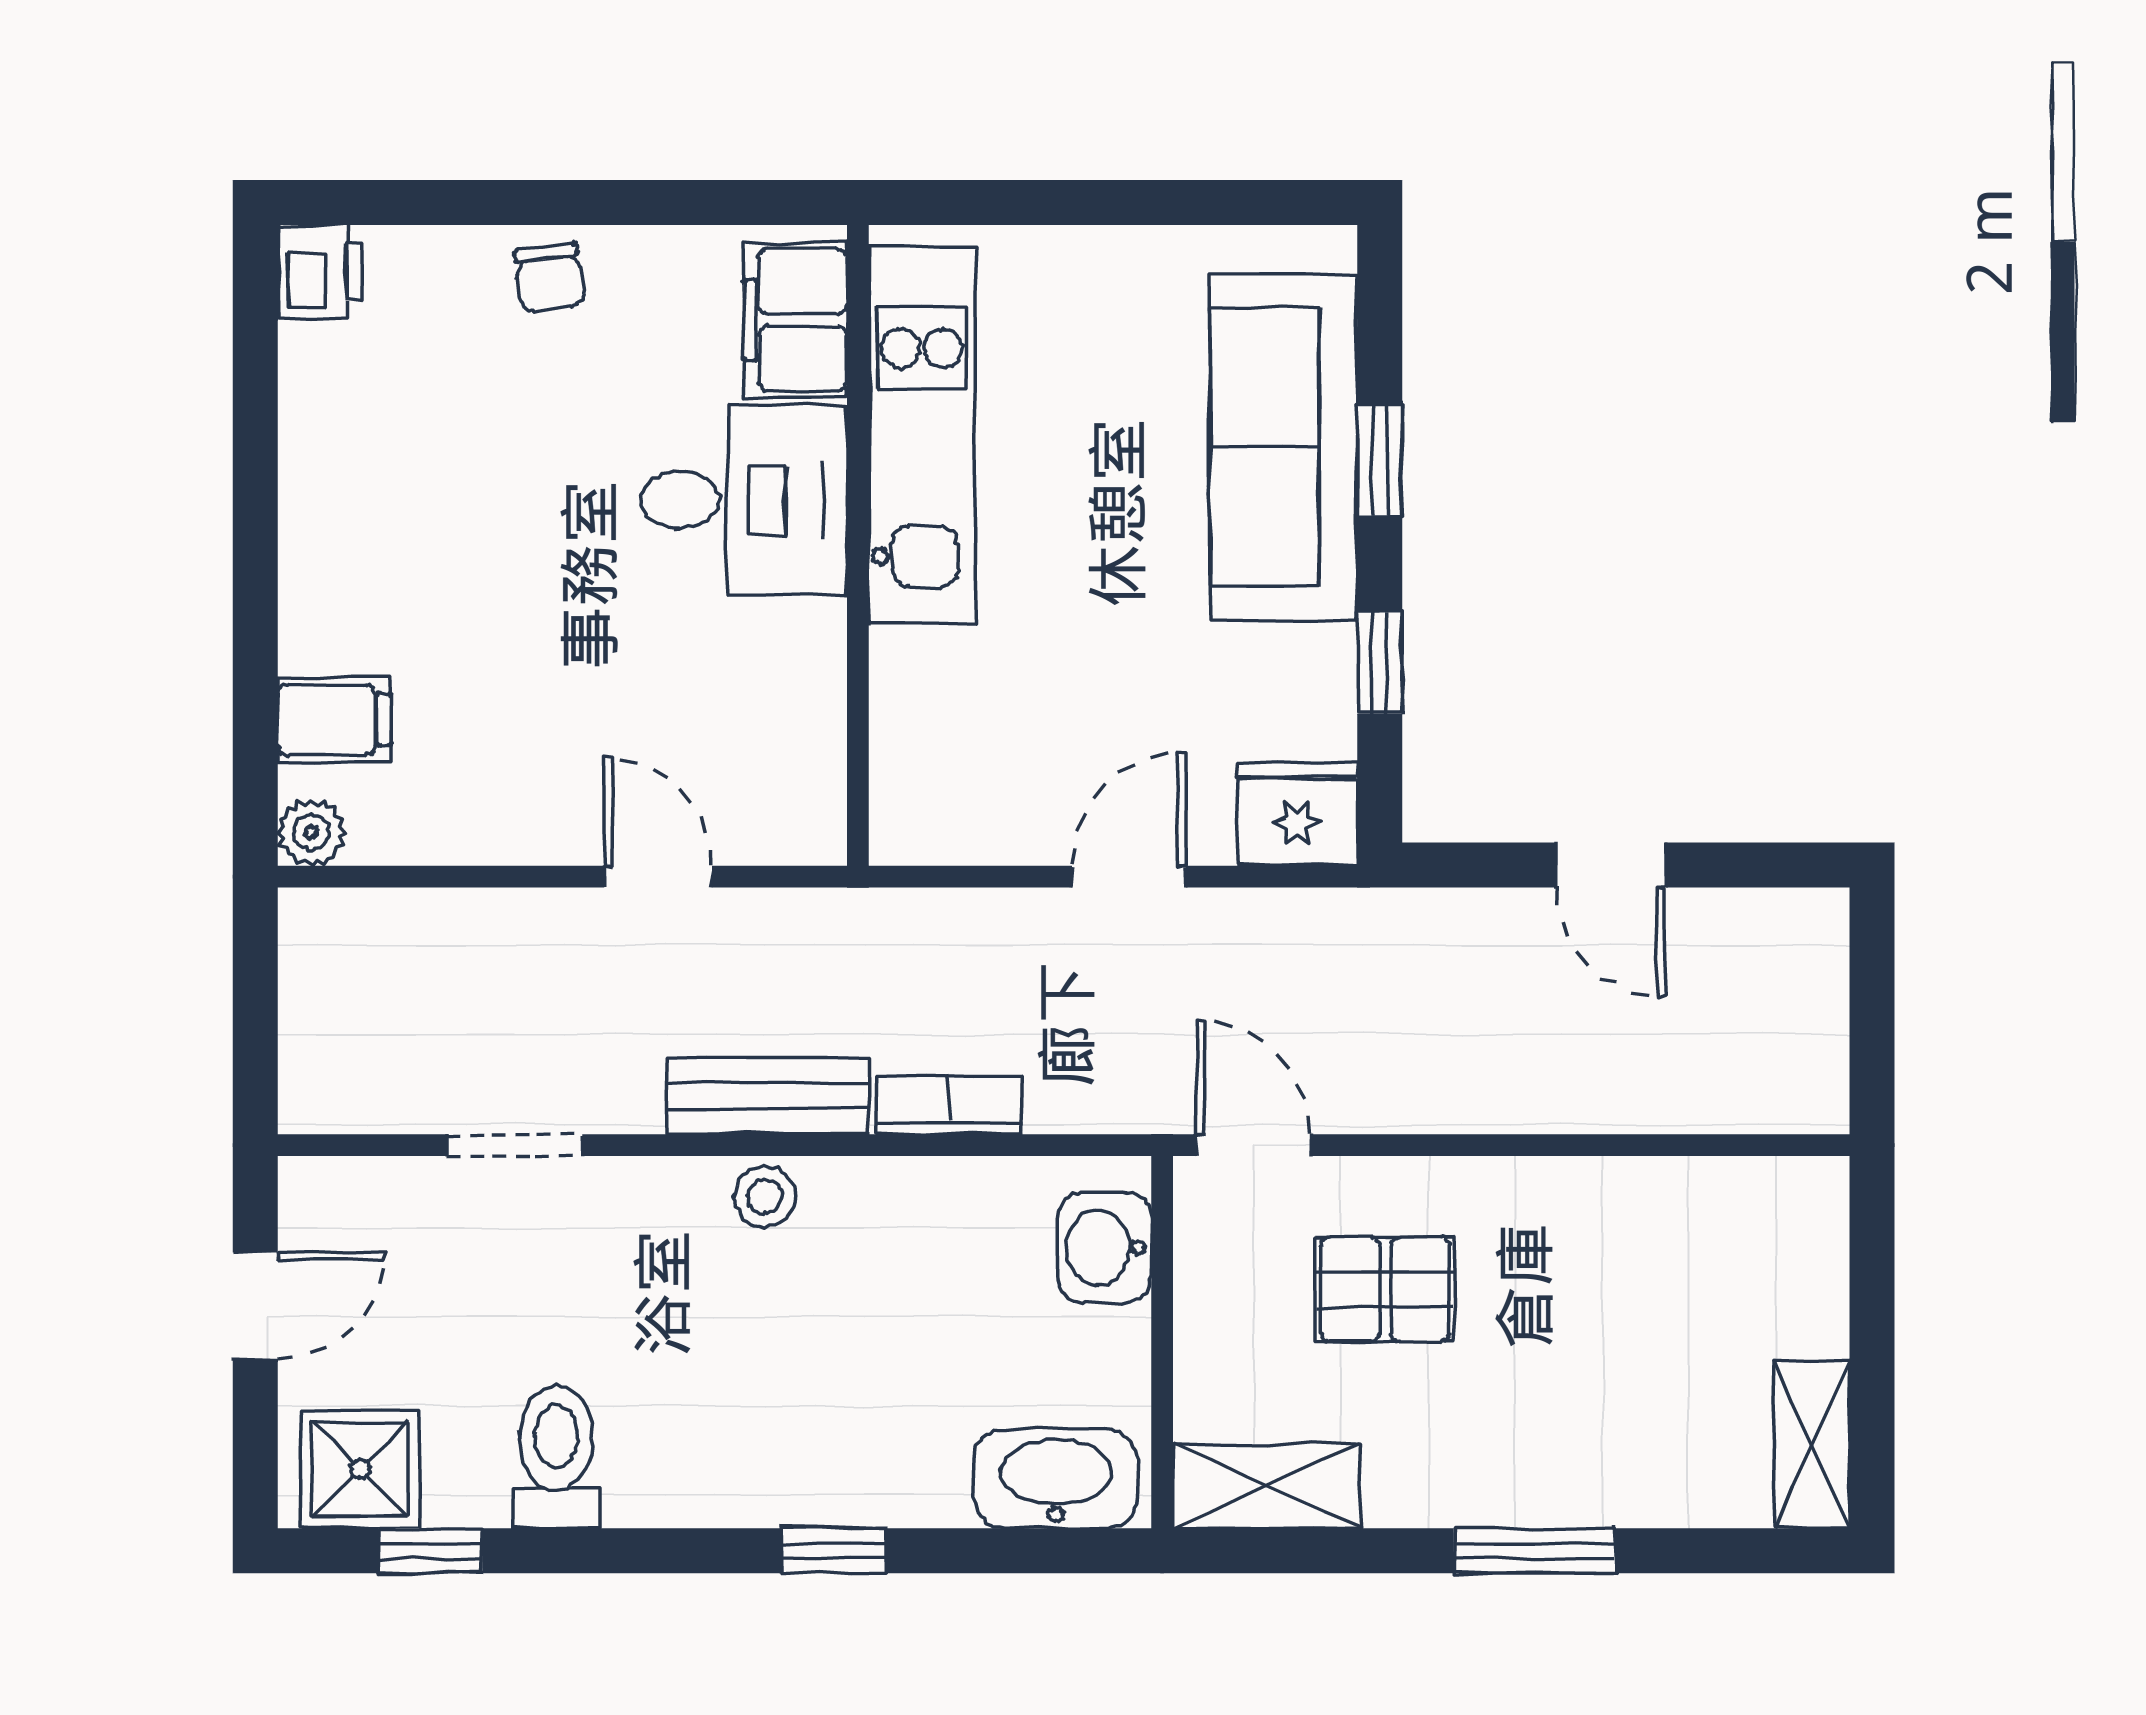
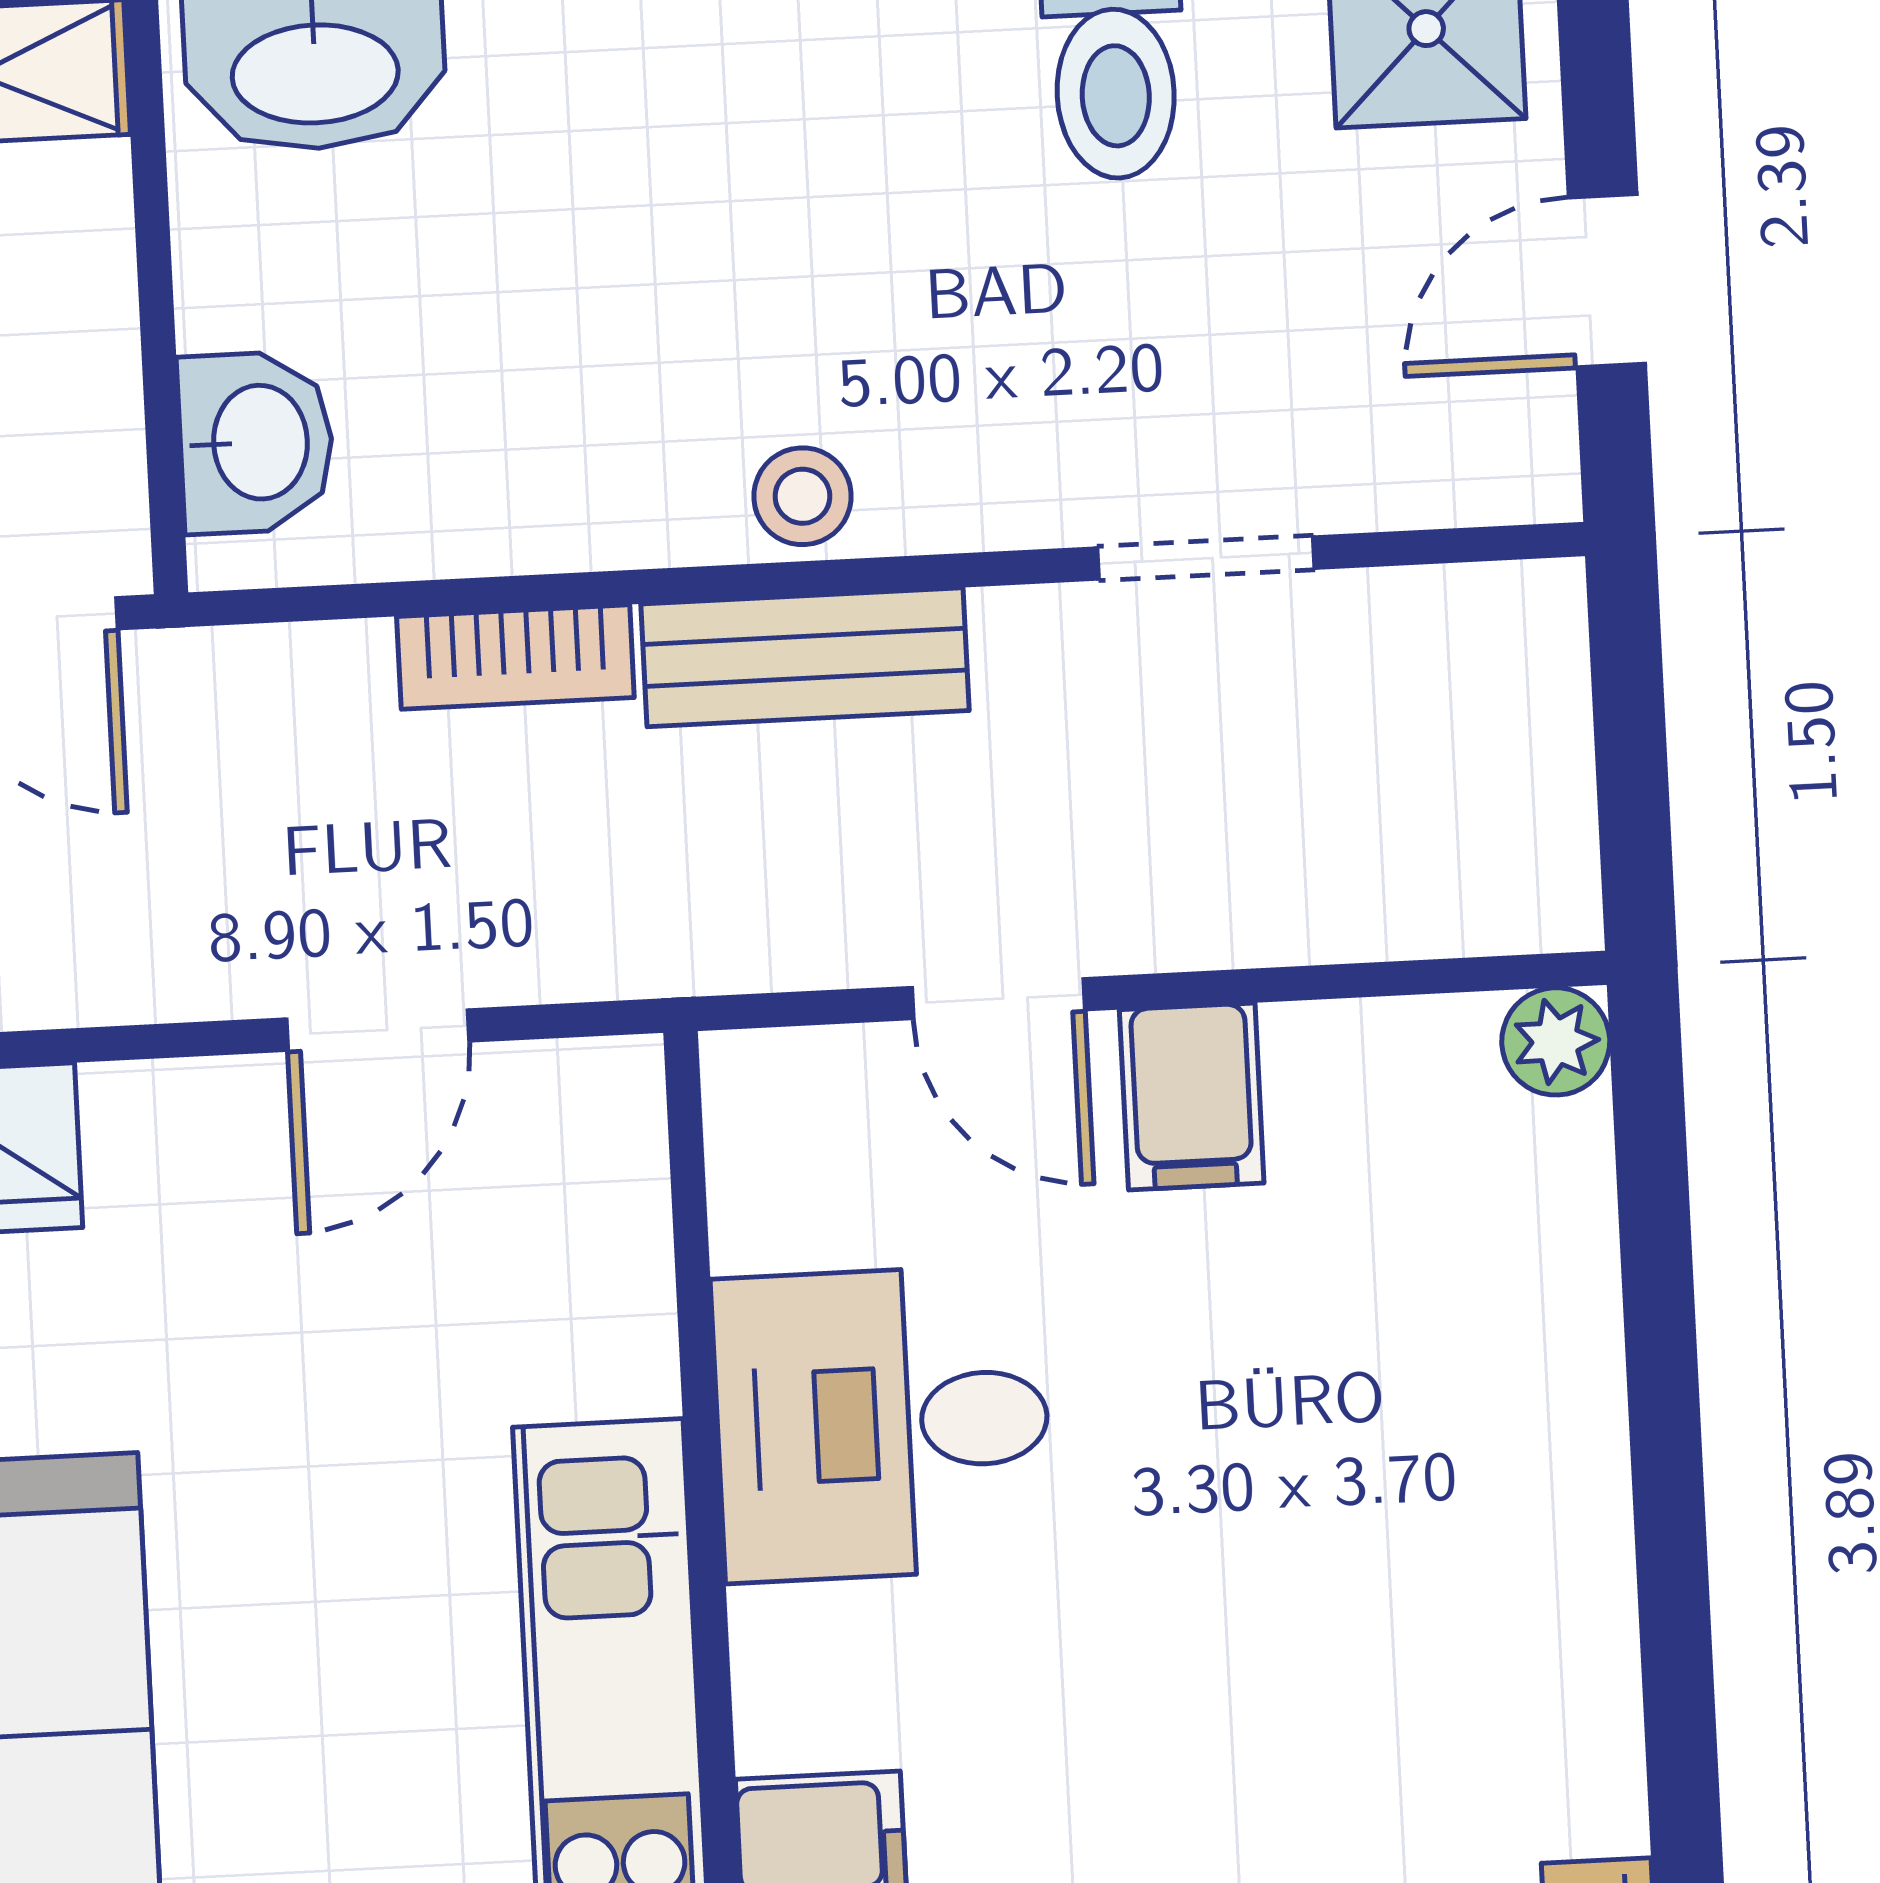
desk: (744, 500) -> (882, 1423), moved
filing cabinet: (334, 720) -> (1192, 1096), moved, turned -90
door: (1129, 877) -> (378, 1030), moved

